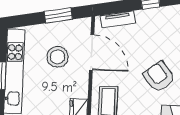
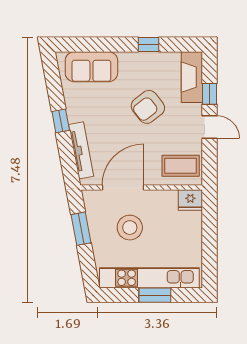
tv unit: (118, 19) -> (81, 150), width x1.41

